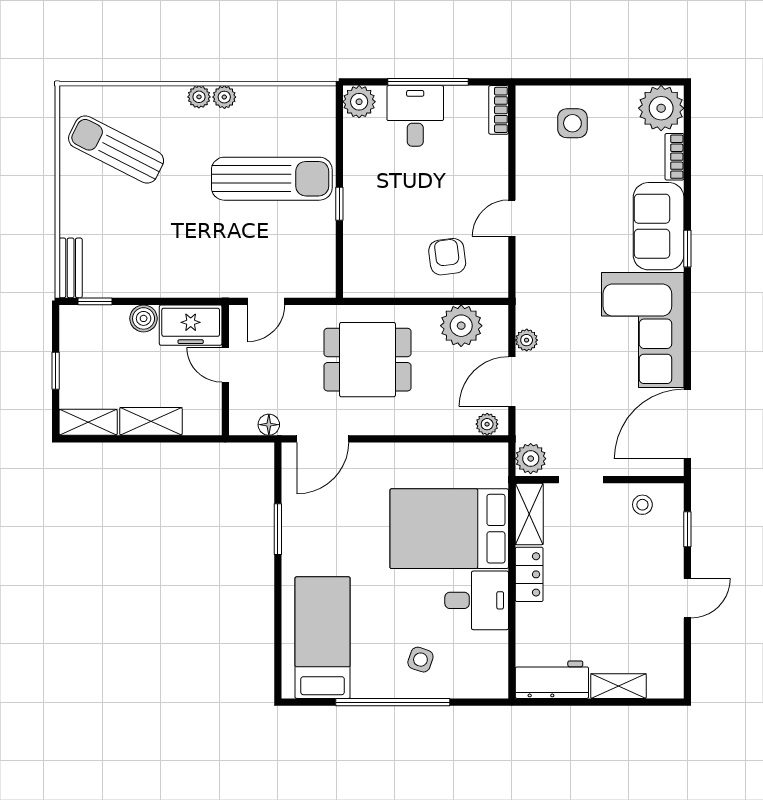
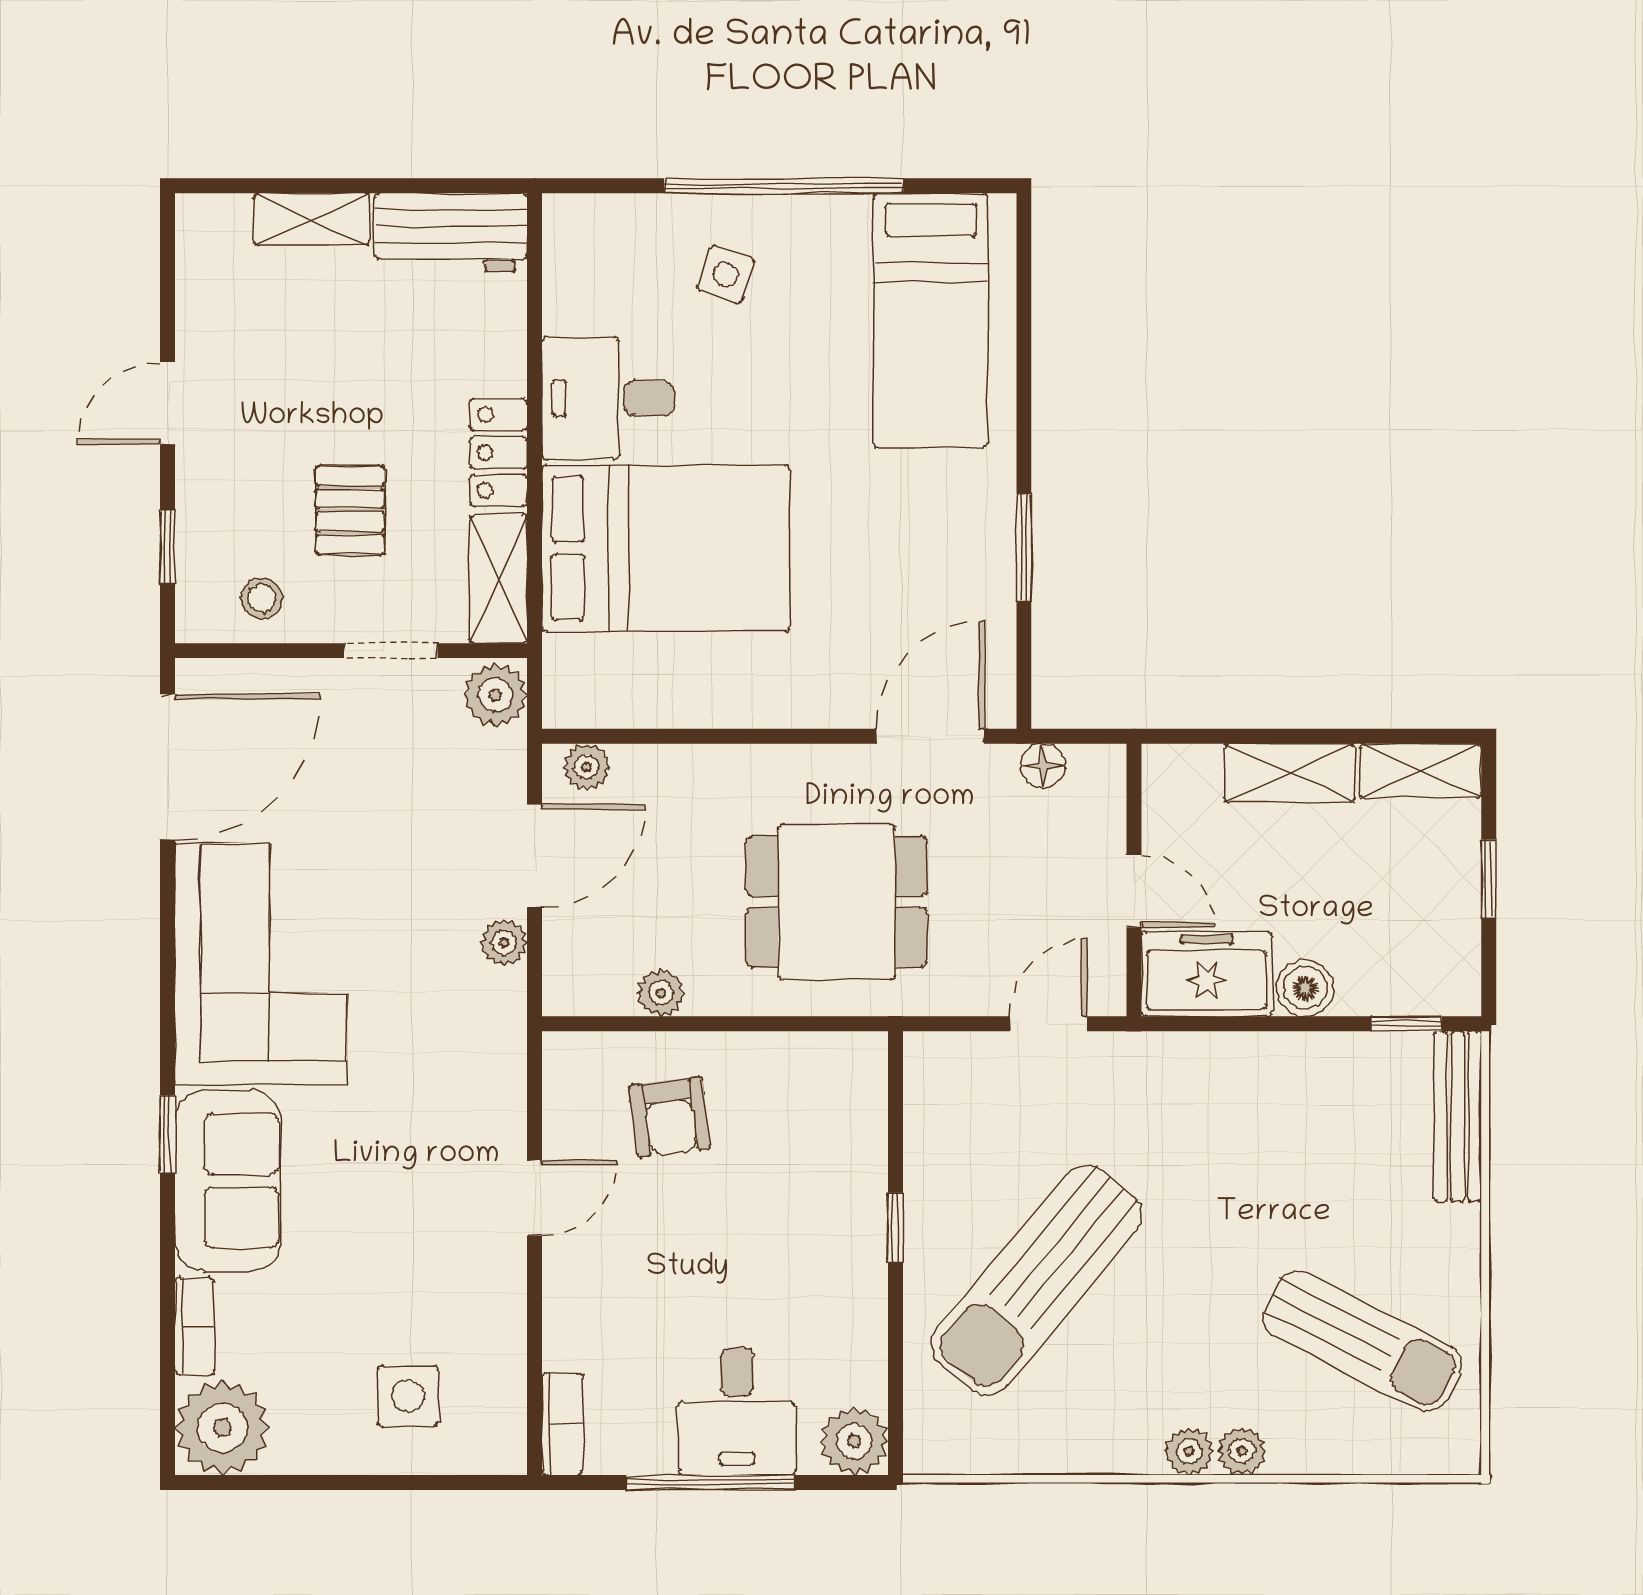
plant: (224, 97) -> (1242, 1451), moved
sun lounger: (272, 179) -> (1037, 1280), turned -50
bench: (71, 268) -> (1458, 1116), width x1.36
plant: (461, 326) -> (661, 993), width x0.53, depth x0.53
pallet: (600, 547) -> (350, 510), added

